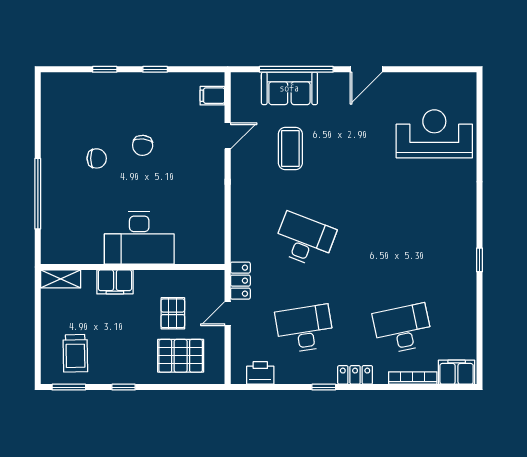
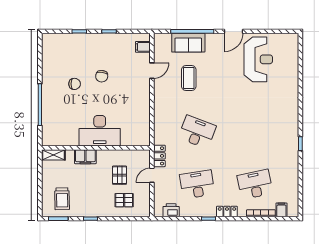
reception desk: (434, 134) -> (258, 59), moved, turned 90
pallet: (181, 356) -> (124, 200), width x0.67, depth x0.71
filing cabinet: (457, 372) -> (281, 210), width x0.50

